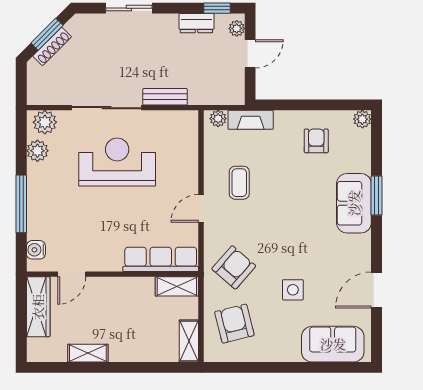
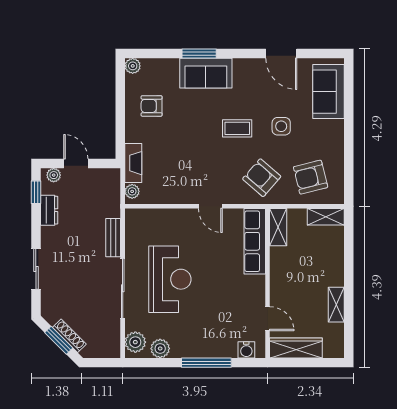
reception desk: (117, 162) -> (170, 279), turned 180
coffee table: (239, 183) -> (237, 128), moved

